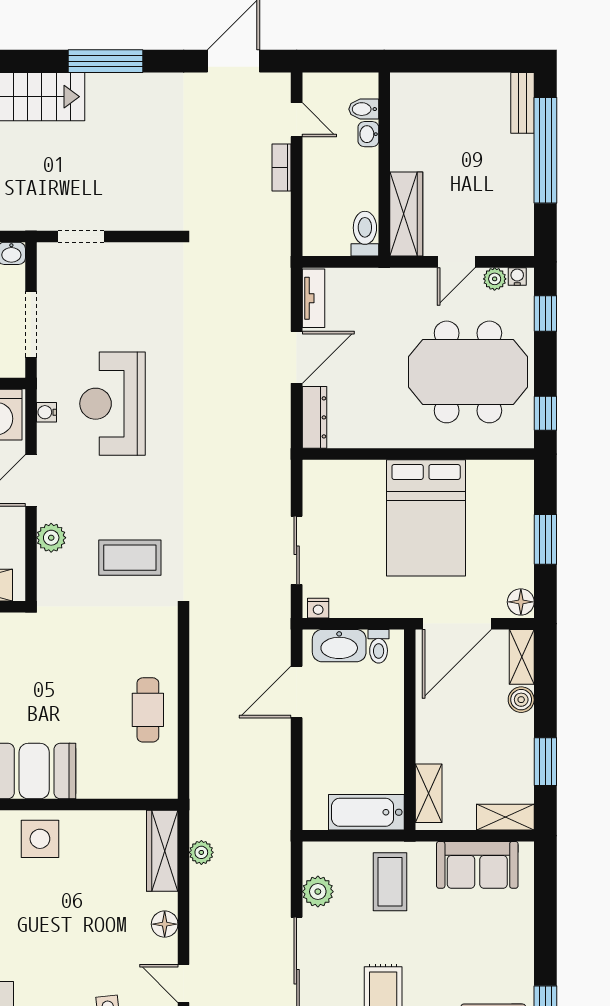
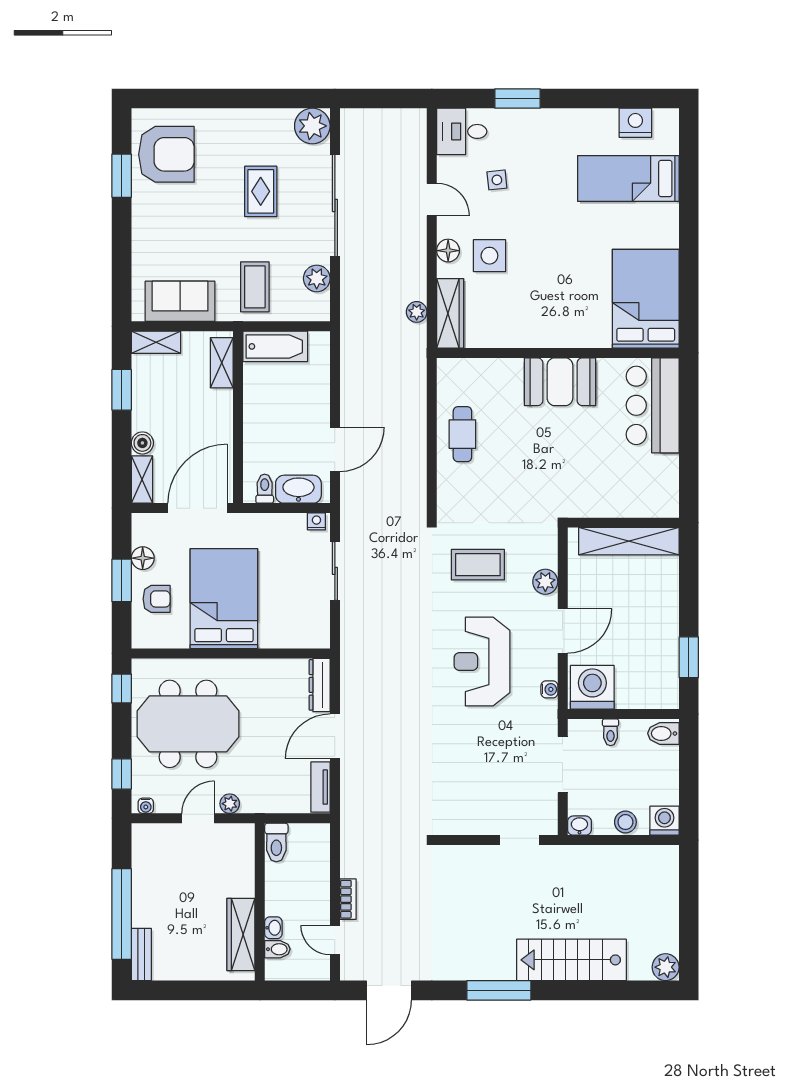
wardrobe: (406, 214) -> (241, 935), moved
plant: (495, 279) -> (230, 804), moved
reception desk: (113, 404) -> (482, 662), moved, turned 180
armchair: (505, 518) -> (157, 599), added
floor lamp: (521, 602) -> (143, 558), moved
side table: (40, 839) -> (489, 256), moved

